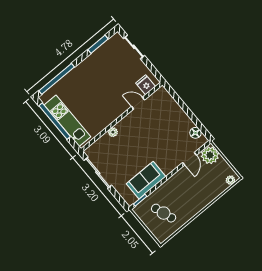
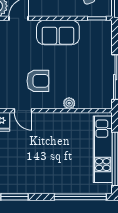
armchair: (144, 130) -> (38, 81), added
sofa: (146, 180) -> (58, 32), moved

